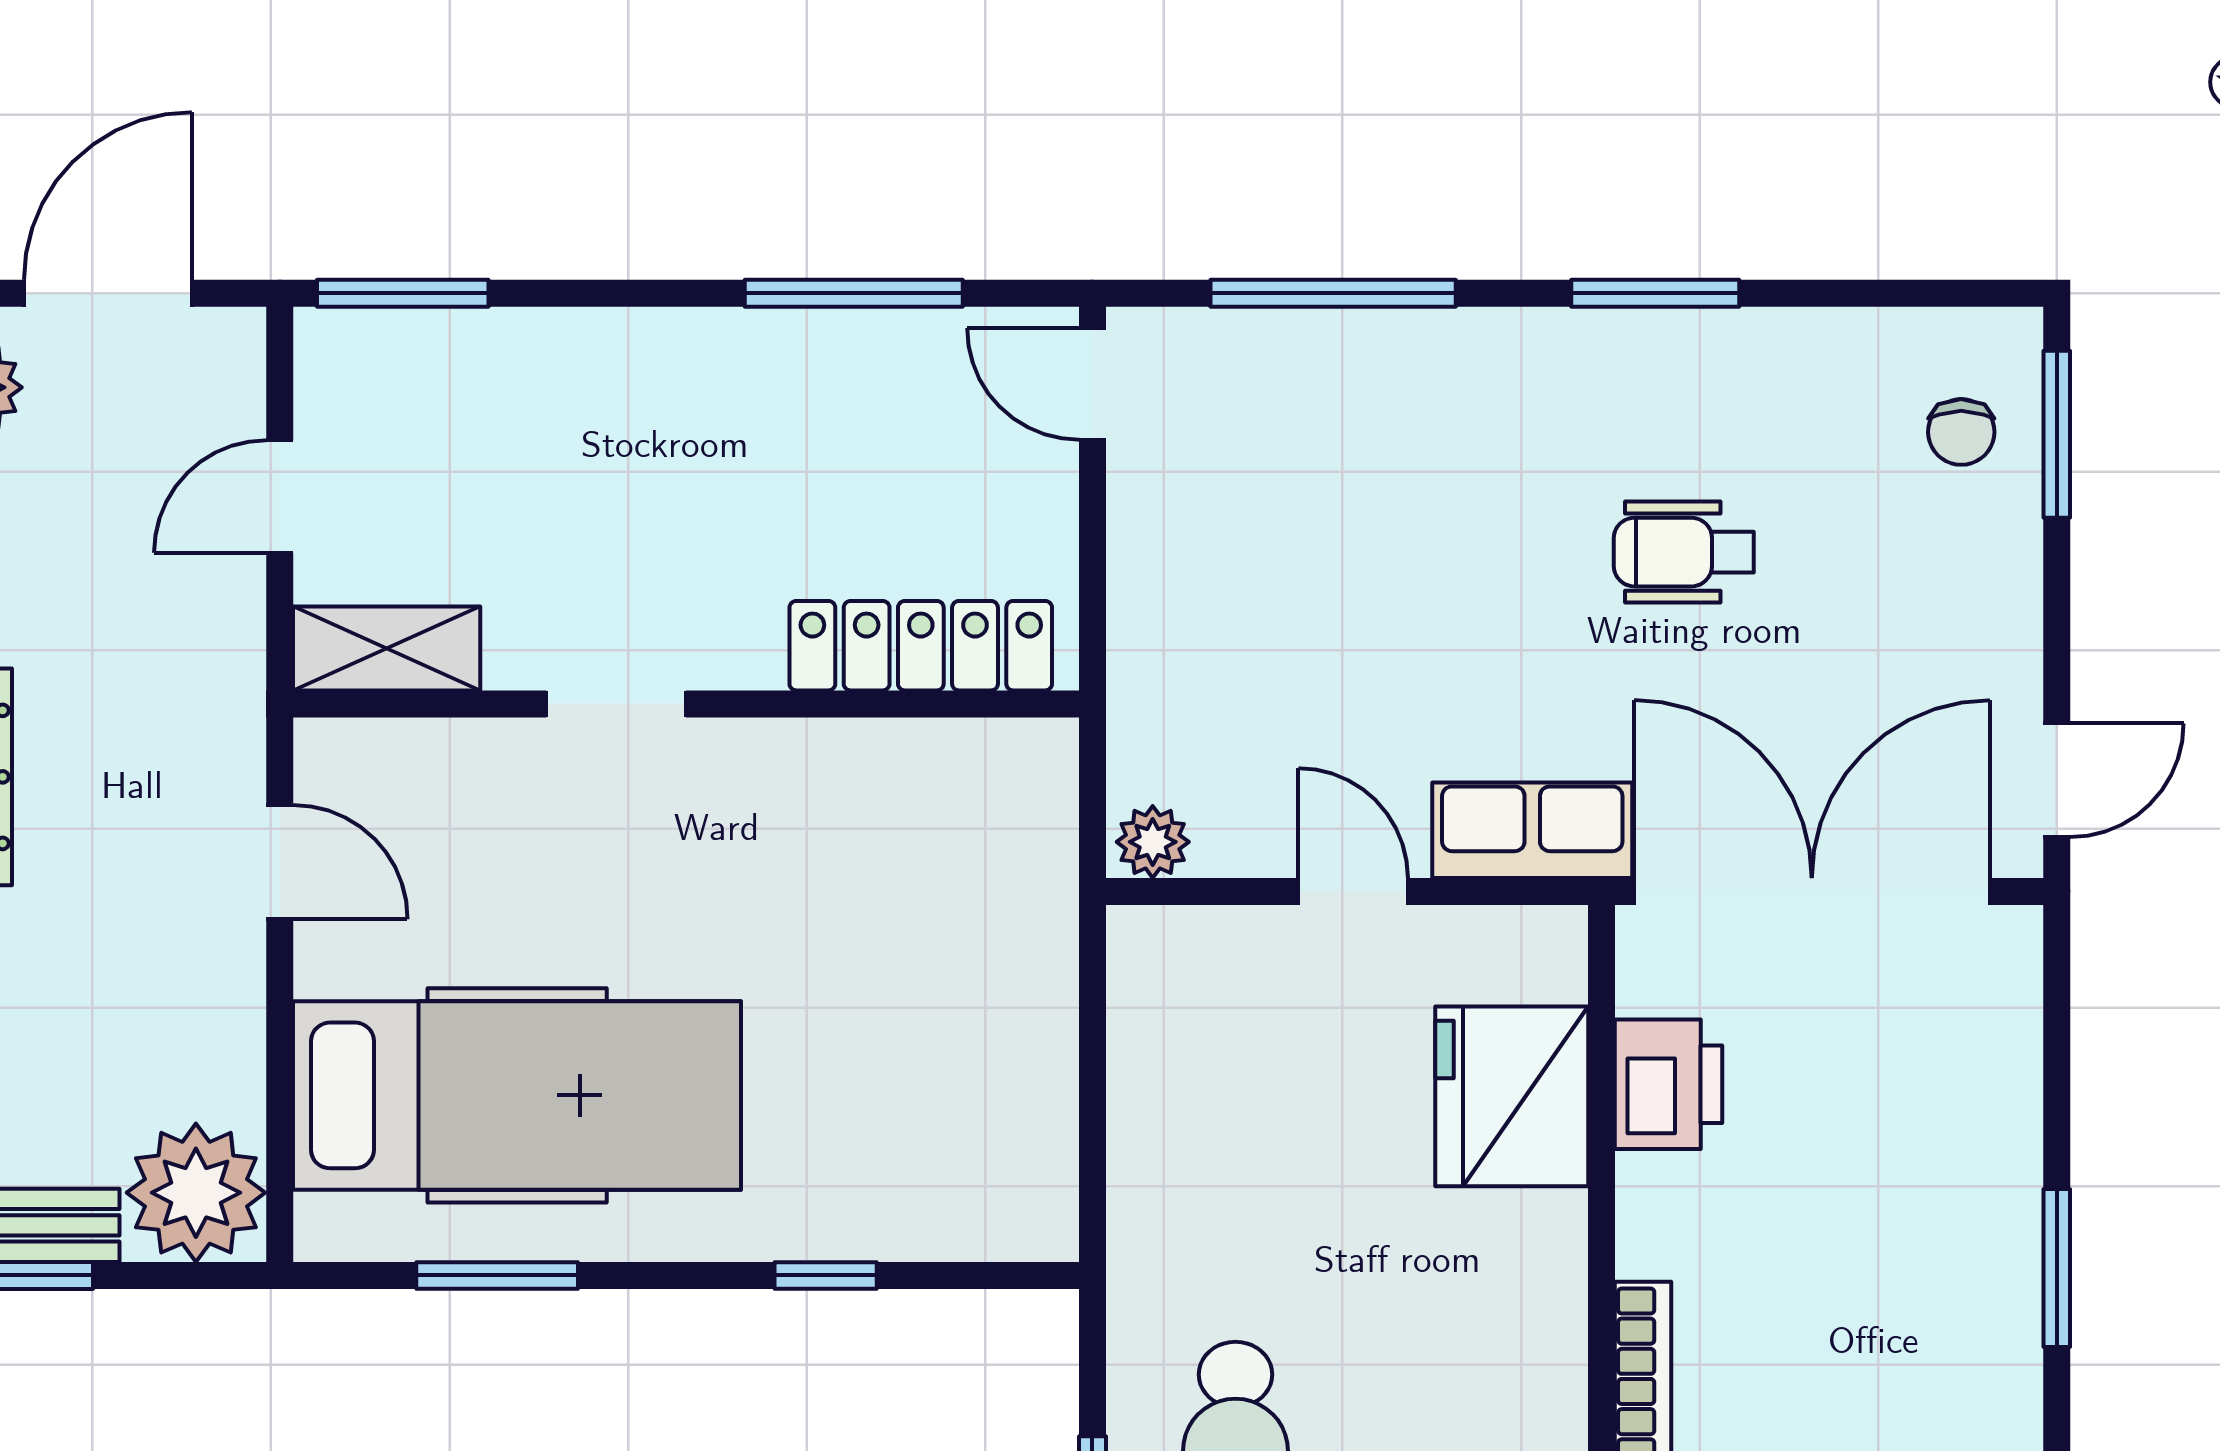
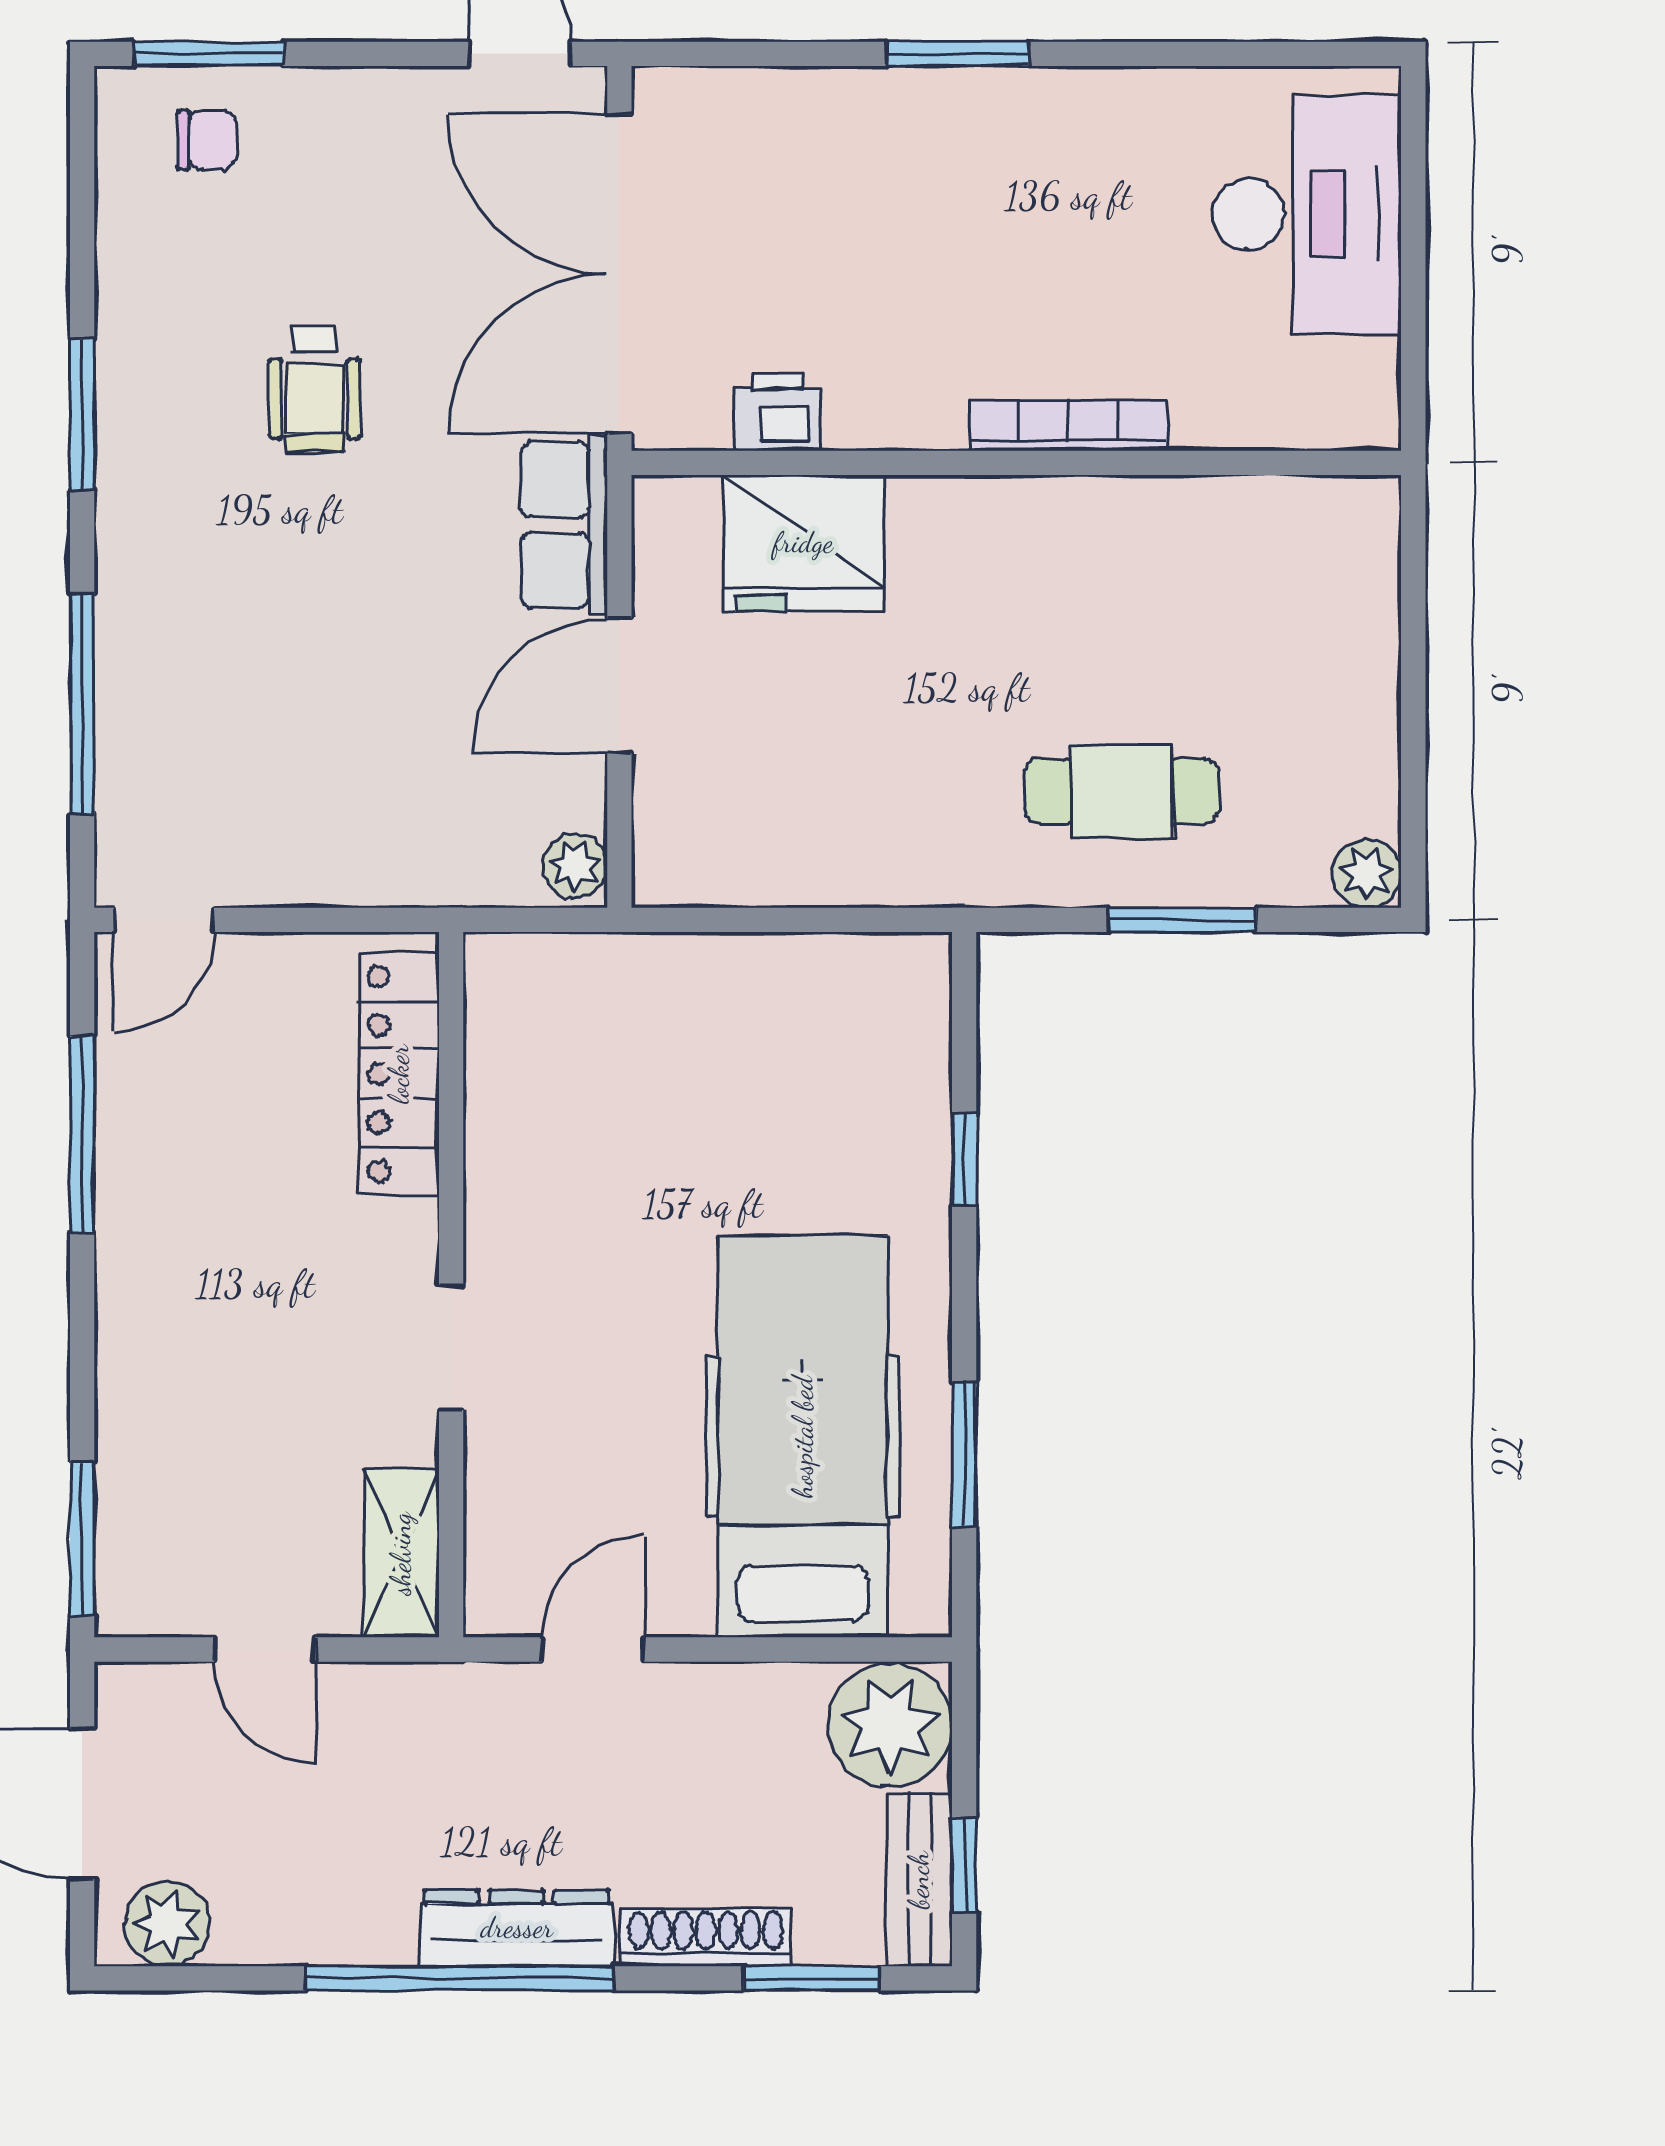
door: (1353, 891) -> (619, 686), width x1.38
printer: (1668, 1084) -> (777, 412), width x0.73, depth x0.81

